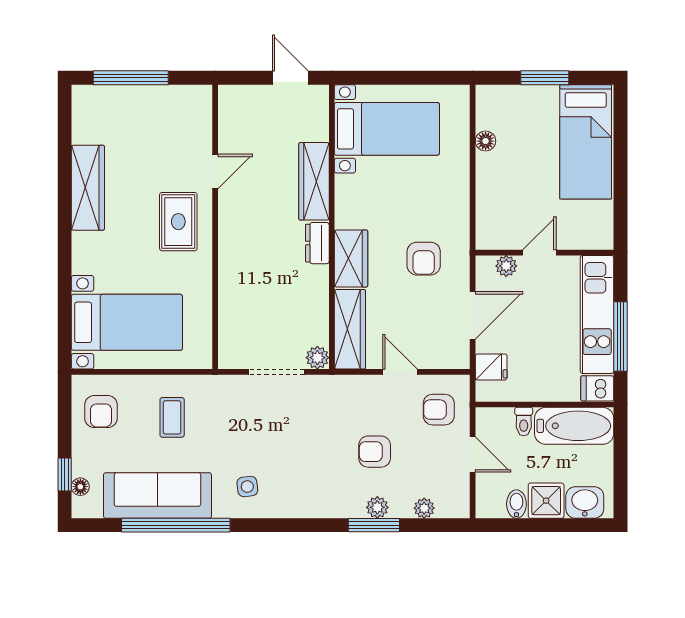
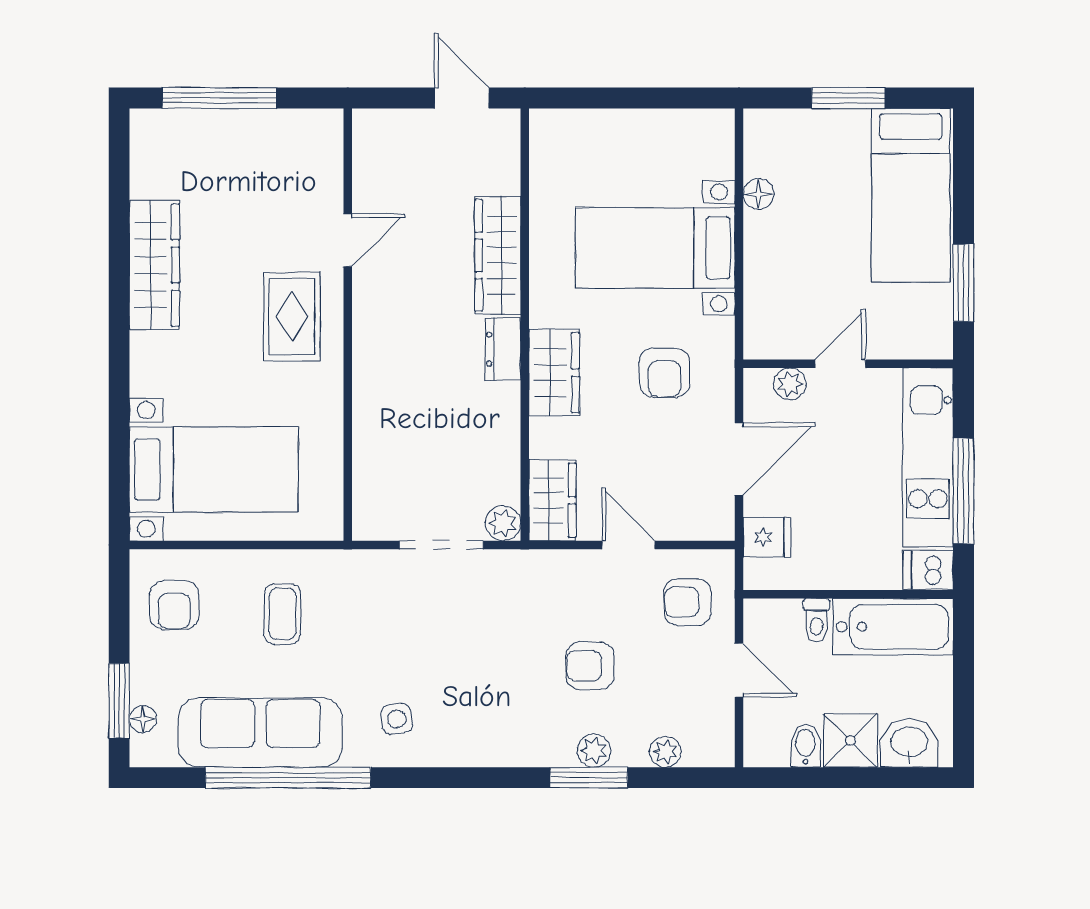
bed with nightstands: (387, 129) -> (655, 248), moved, turned 180
window: (620, 199) -> (963, 283), added
wardrobe: (350, 329) -> (552, 500), width x0.67
window: (65, 475) -> (119, 701), width x1.50

